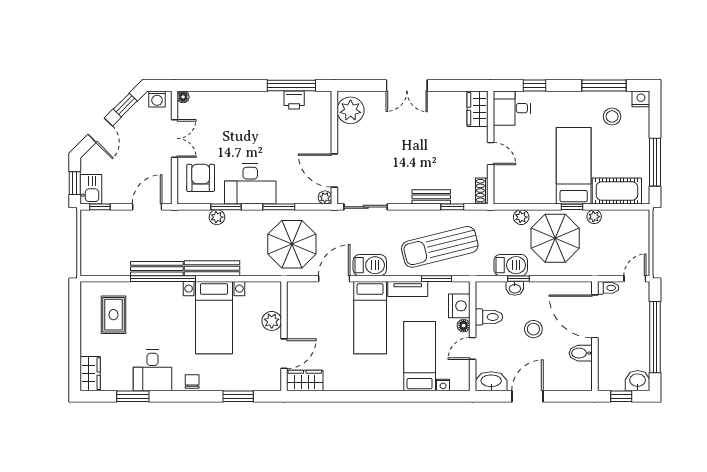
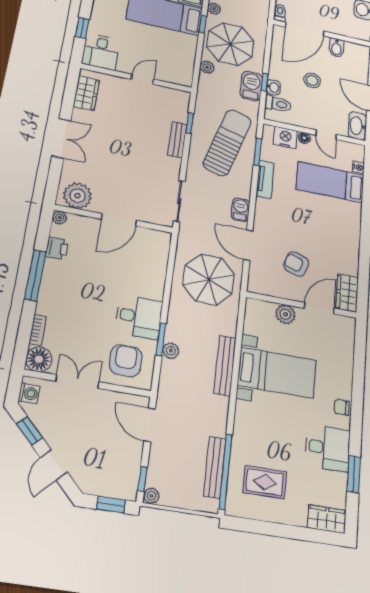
window: (291, 86) -> (35, 275), moved
bookcase: (215, 96) -> (38, 330), added
floor lamp: (183, 97) -> (39, 359), width x1.89, depth x1.89
wardrobe: (478, 109) -> (86, 93), moved, turned -90
door: (100, 130) -> (54, 465), swing flipped
door: (334, 171) -> (119, 220), moved
armchair: (201, 178) -> (126, 361), turned 90
desk: (250, 184) -> (139, 317), width x0.73
kitchen sink: (91, 189) -> (121, 486), removed
shoe rack: (482, 191) -> (177, 95), removed
plant: (325, 197) -> (60, 218), moved
window: (279, 207) -> (168, 285), removed
plant: (87, 216) -> (151, 496), added
sun lounger: (440, 247) -> (227, 143), turned -150
barbecue: (370, 265) -> (240, 210), width x0.73, depth x0.79
bench: (157, 269) -> (215, 467), moved
window: (163, 279) -> (226, 472), moved
toilet: (489, 317) -> (278, 104), moved, turned 90
bed: (370, 318) -> (290, 219), removed
armchair: (324, 328) -> (296, 264), added
door: (284, 354) -> (319, 308), hinge flipped
window: (238, 396) -> (359, 362), removed

